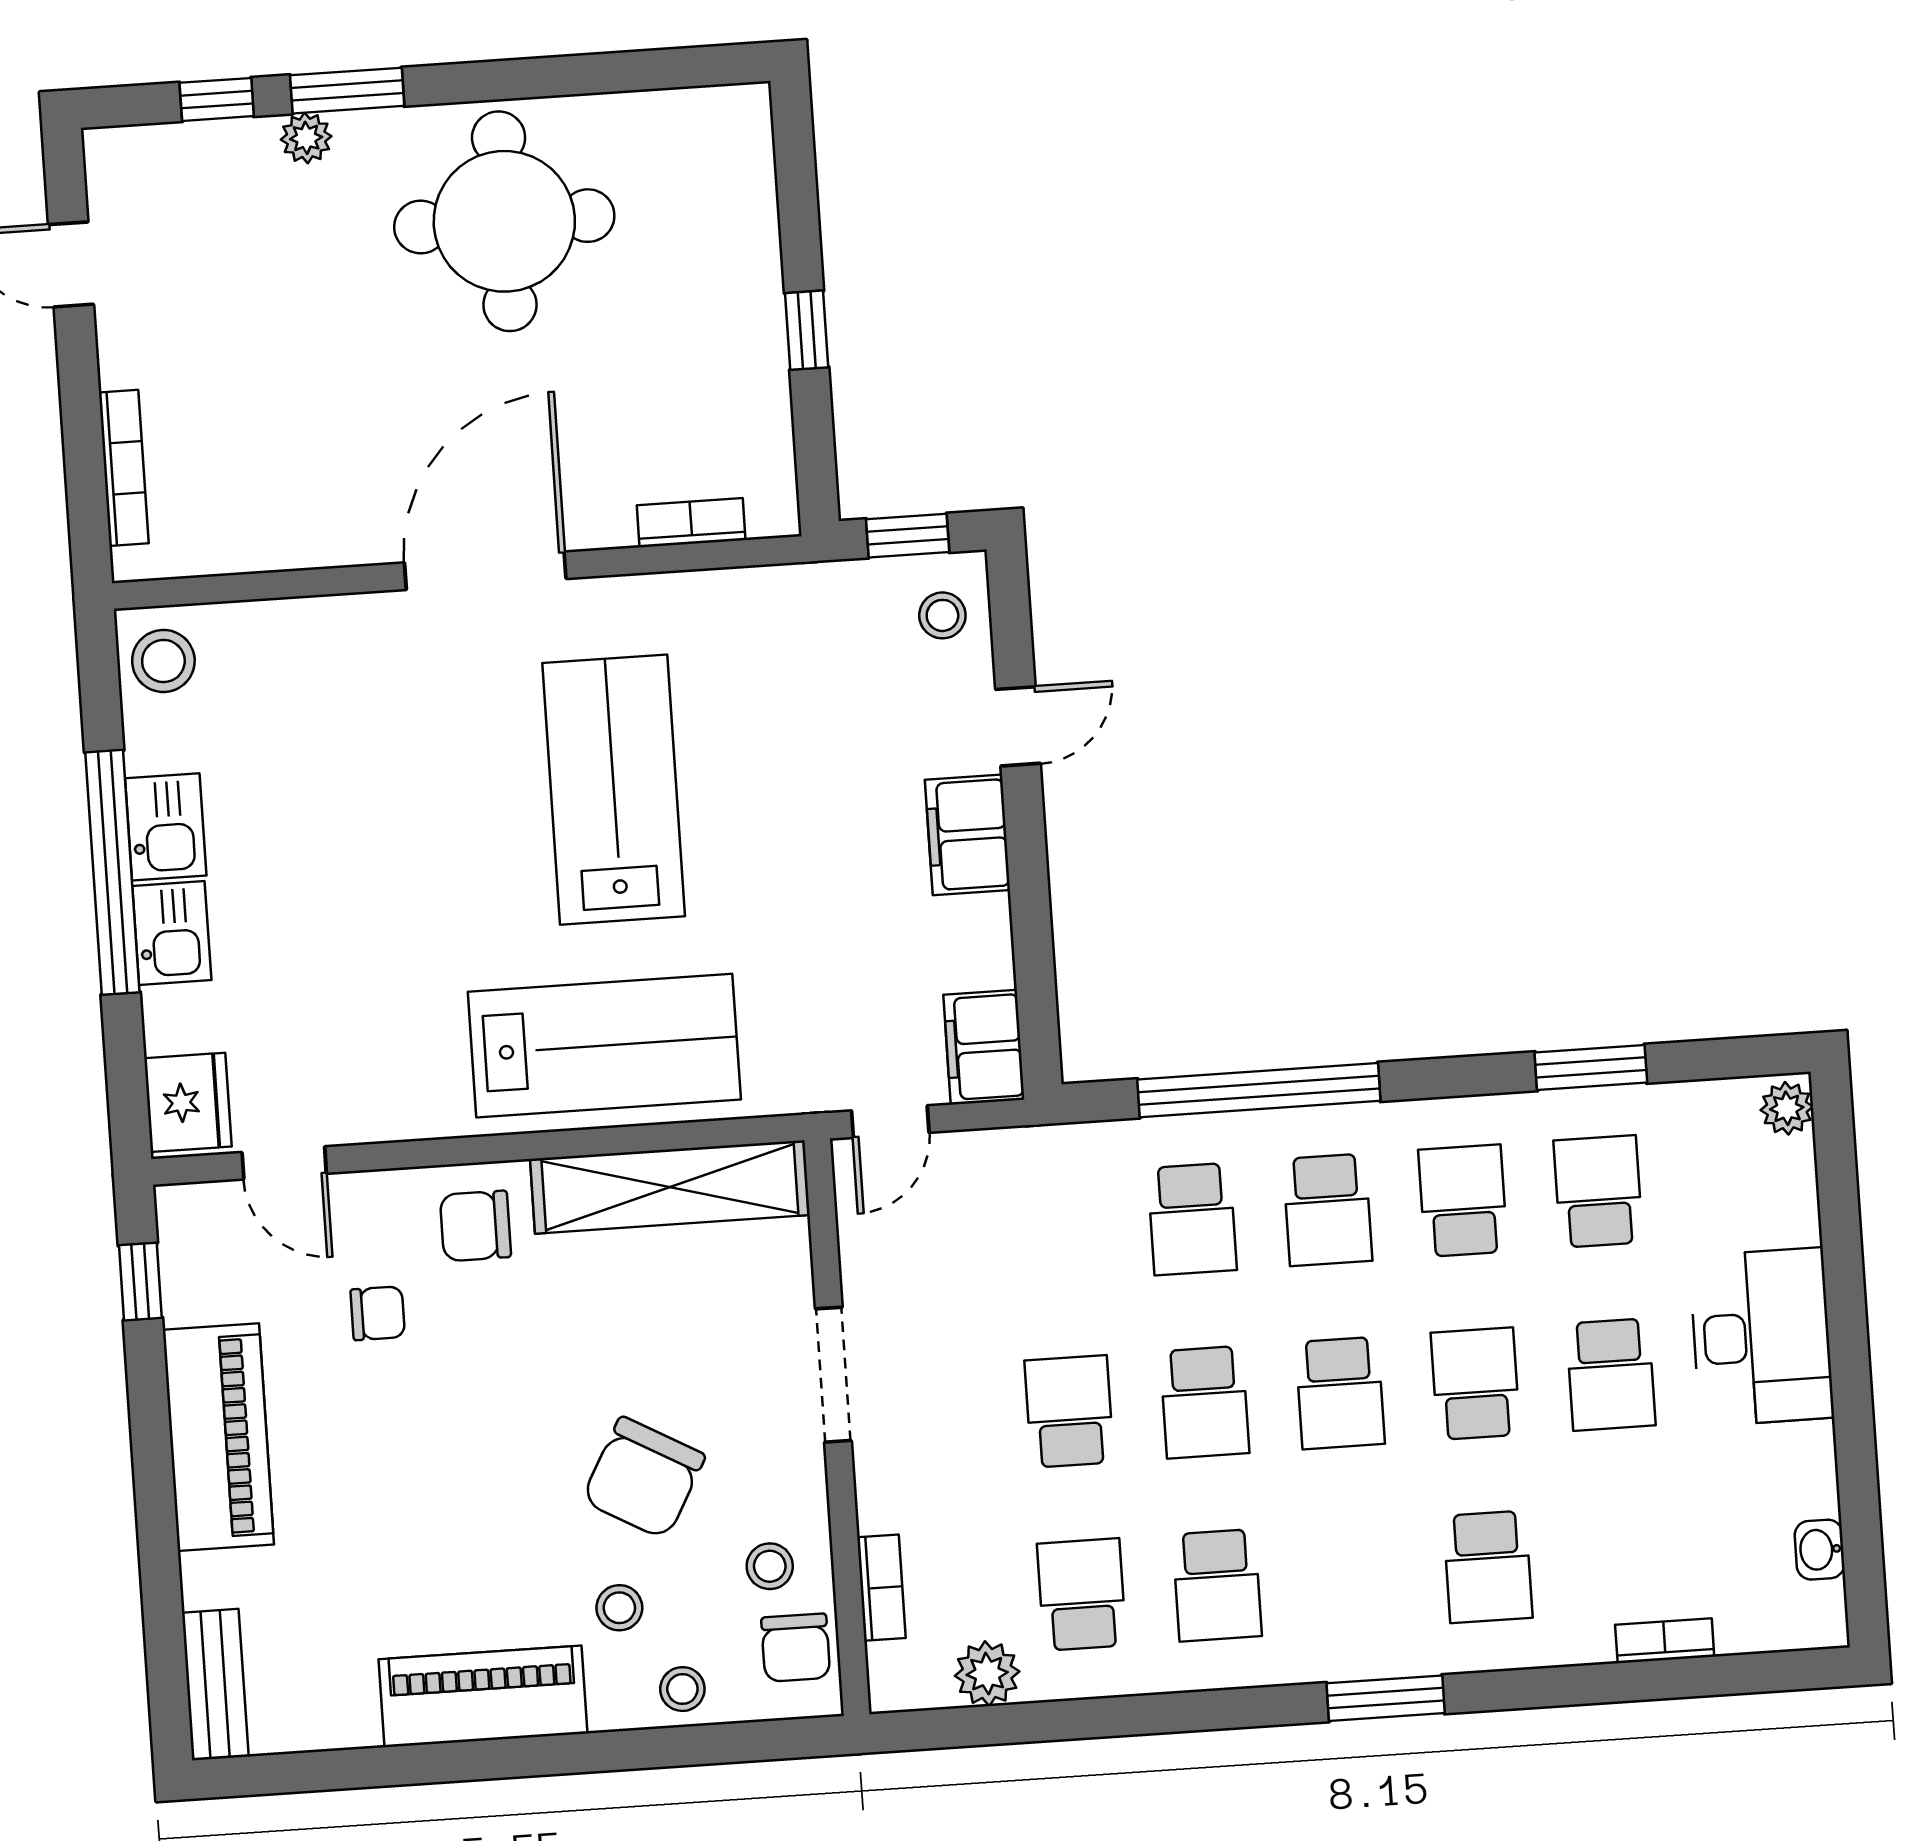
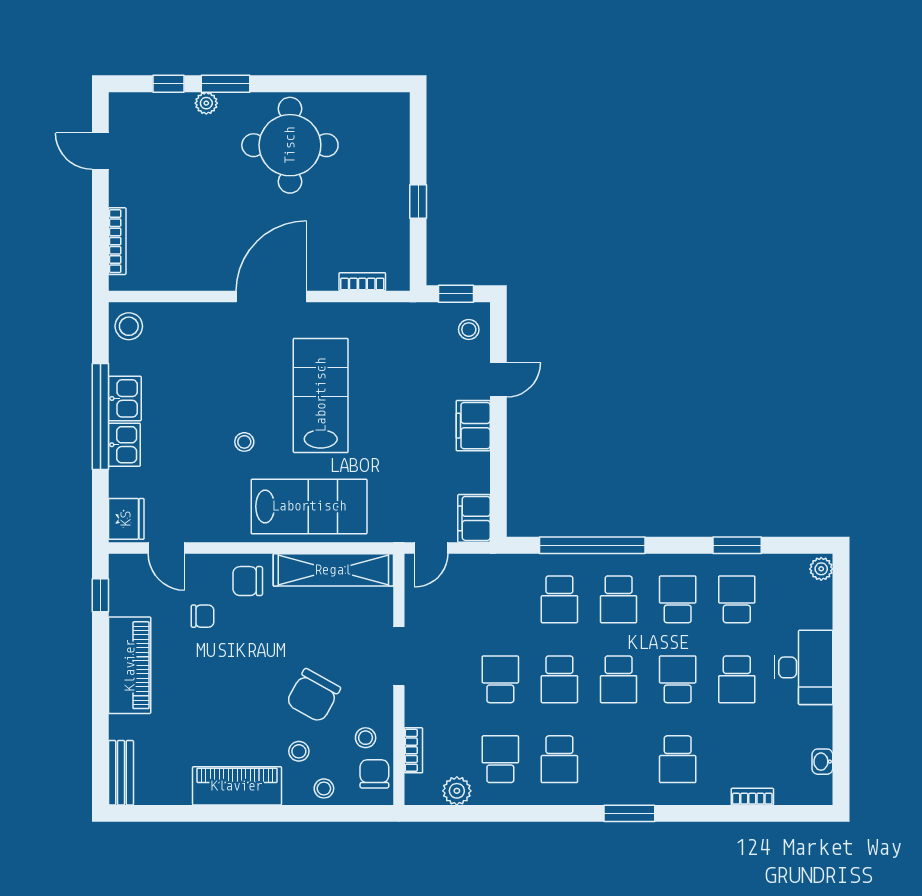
stool: (446, 908) -> (244, 442), added
chair: (796, 1648) -> (374, 774), turned 180

